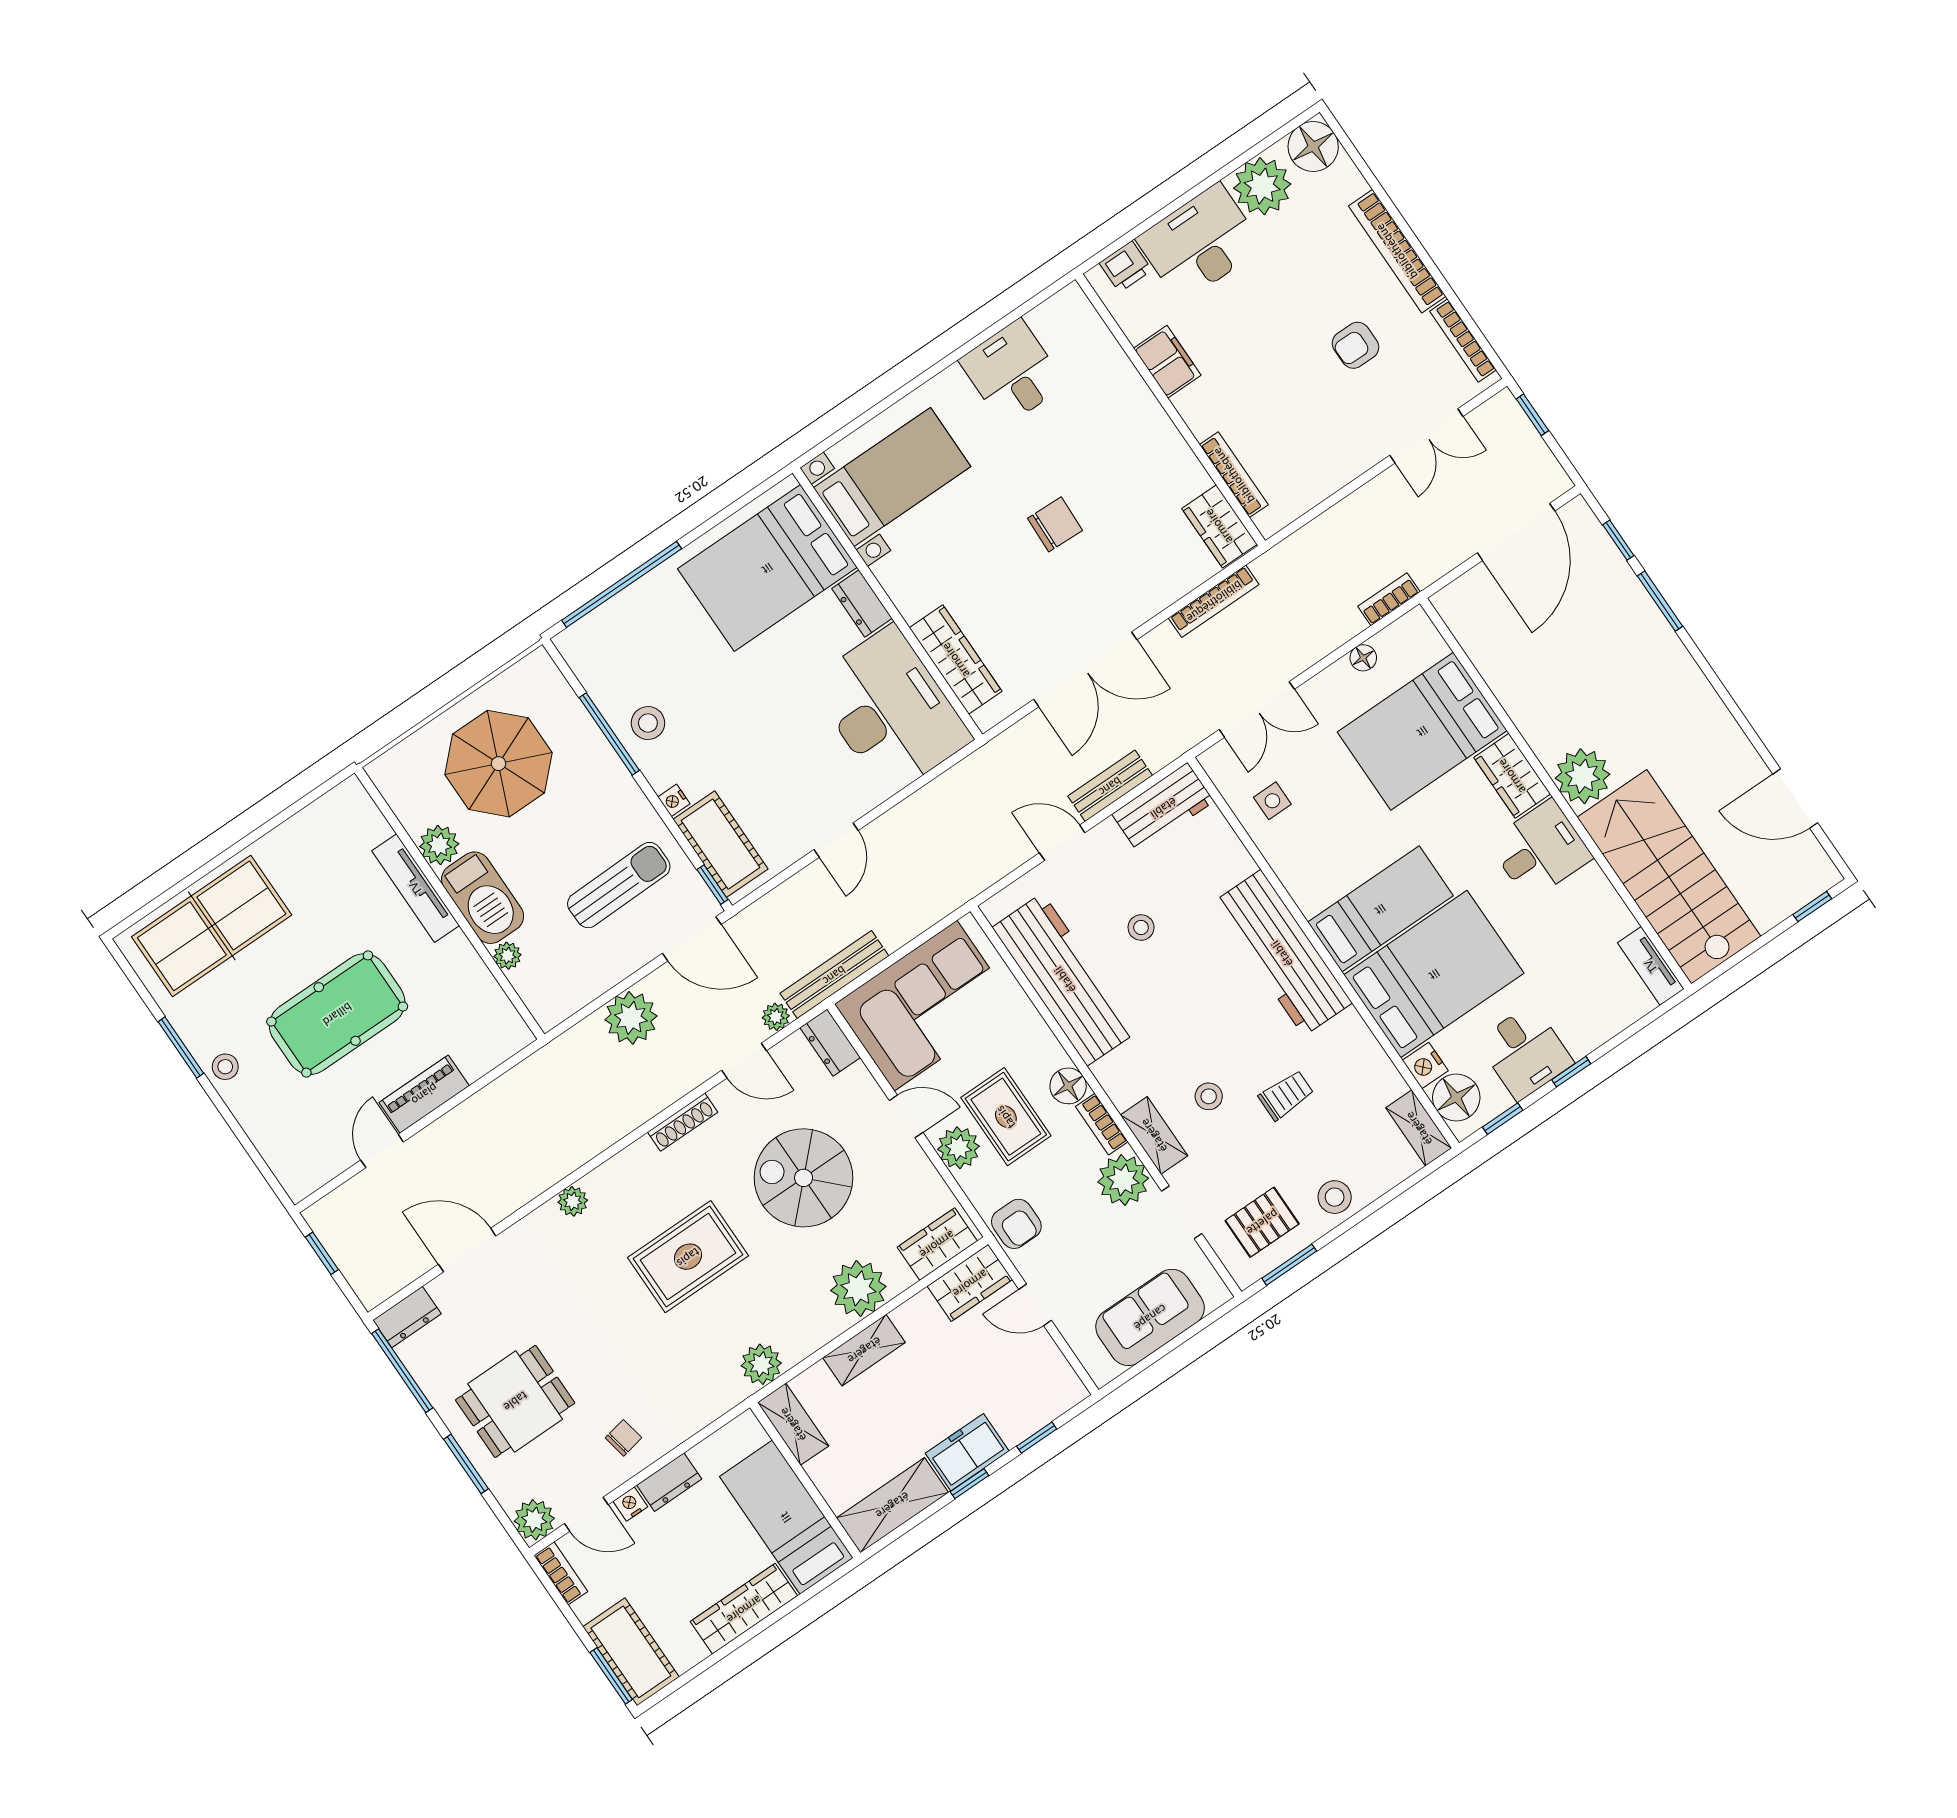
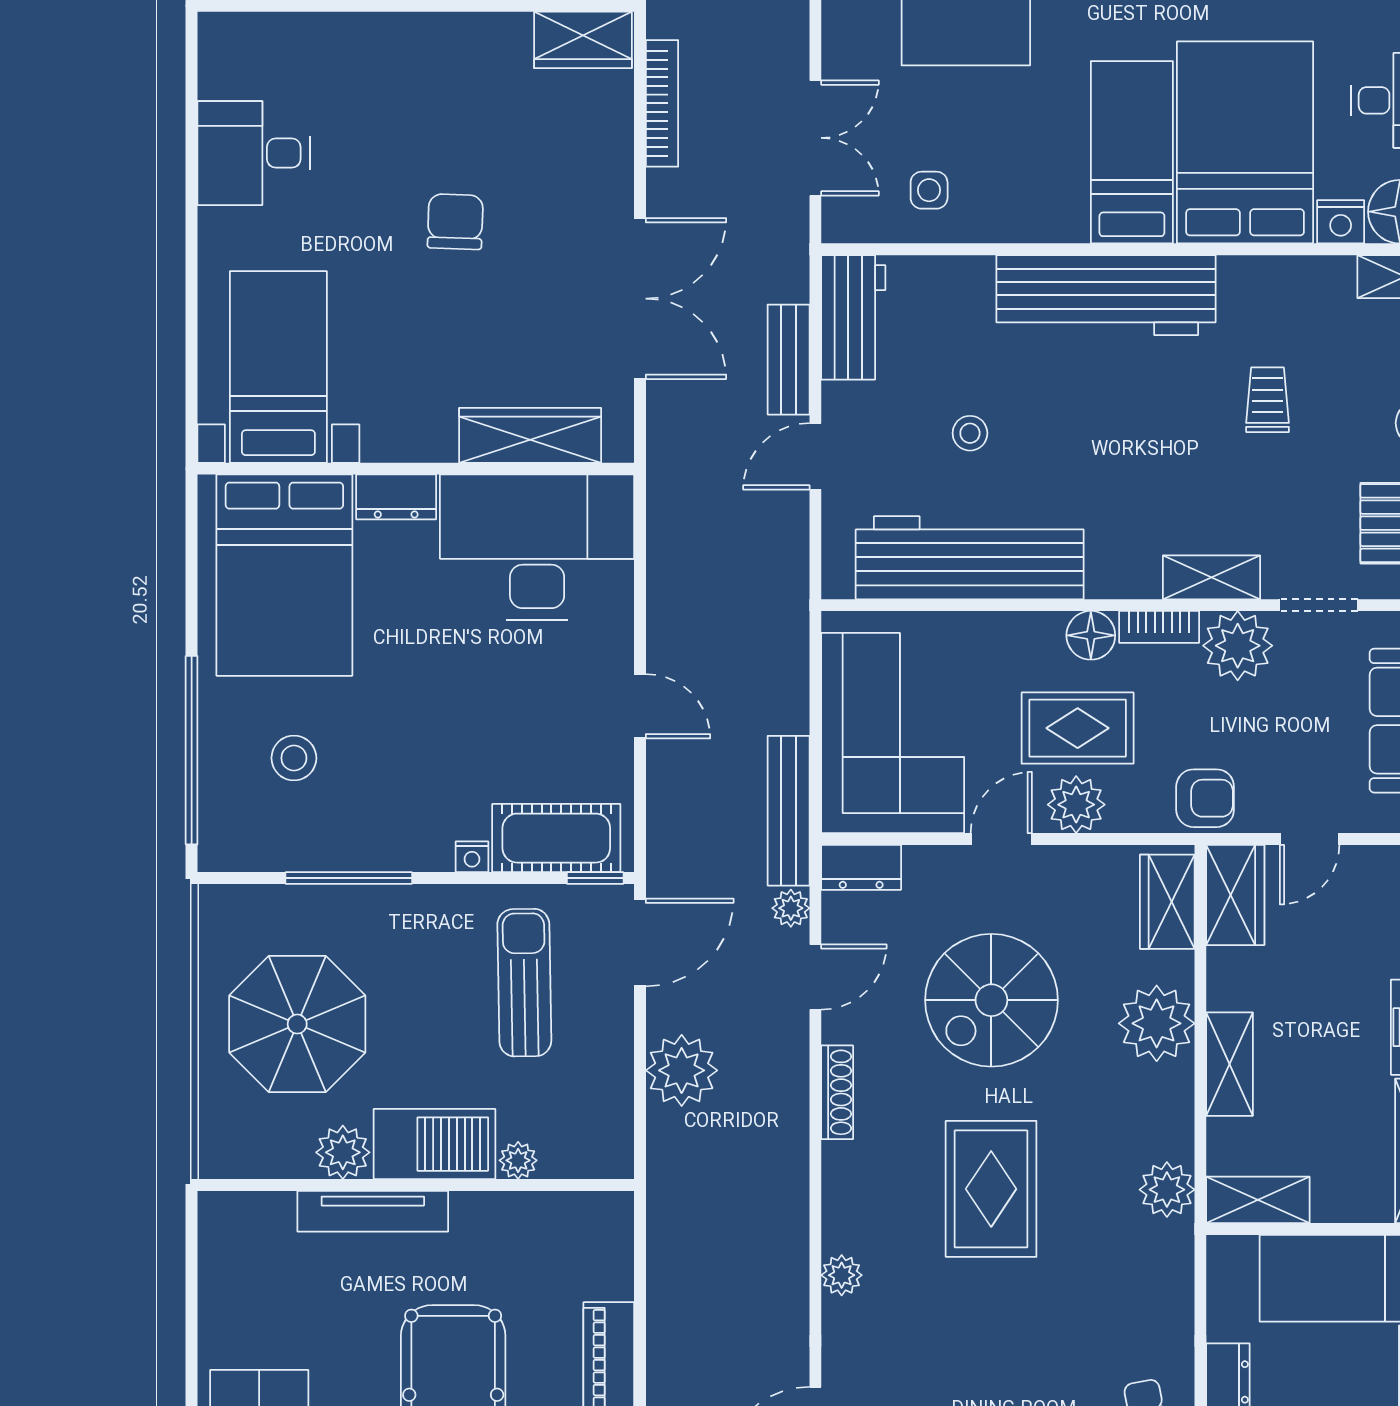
stool: (648, 723) -> (294, 758), moved
stool: (1209, 1096) -> (1210, 487), removed

